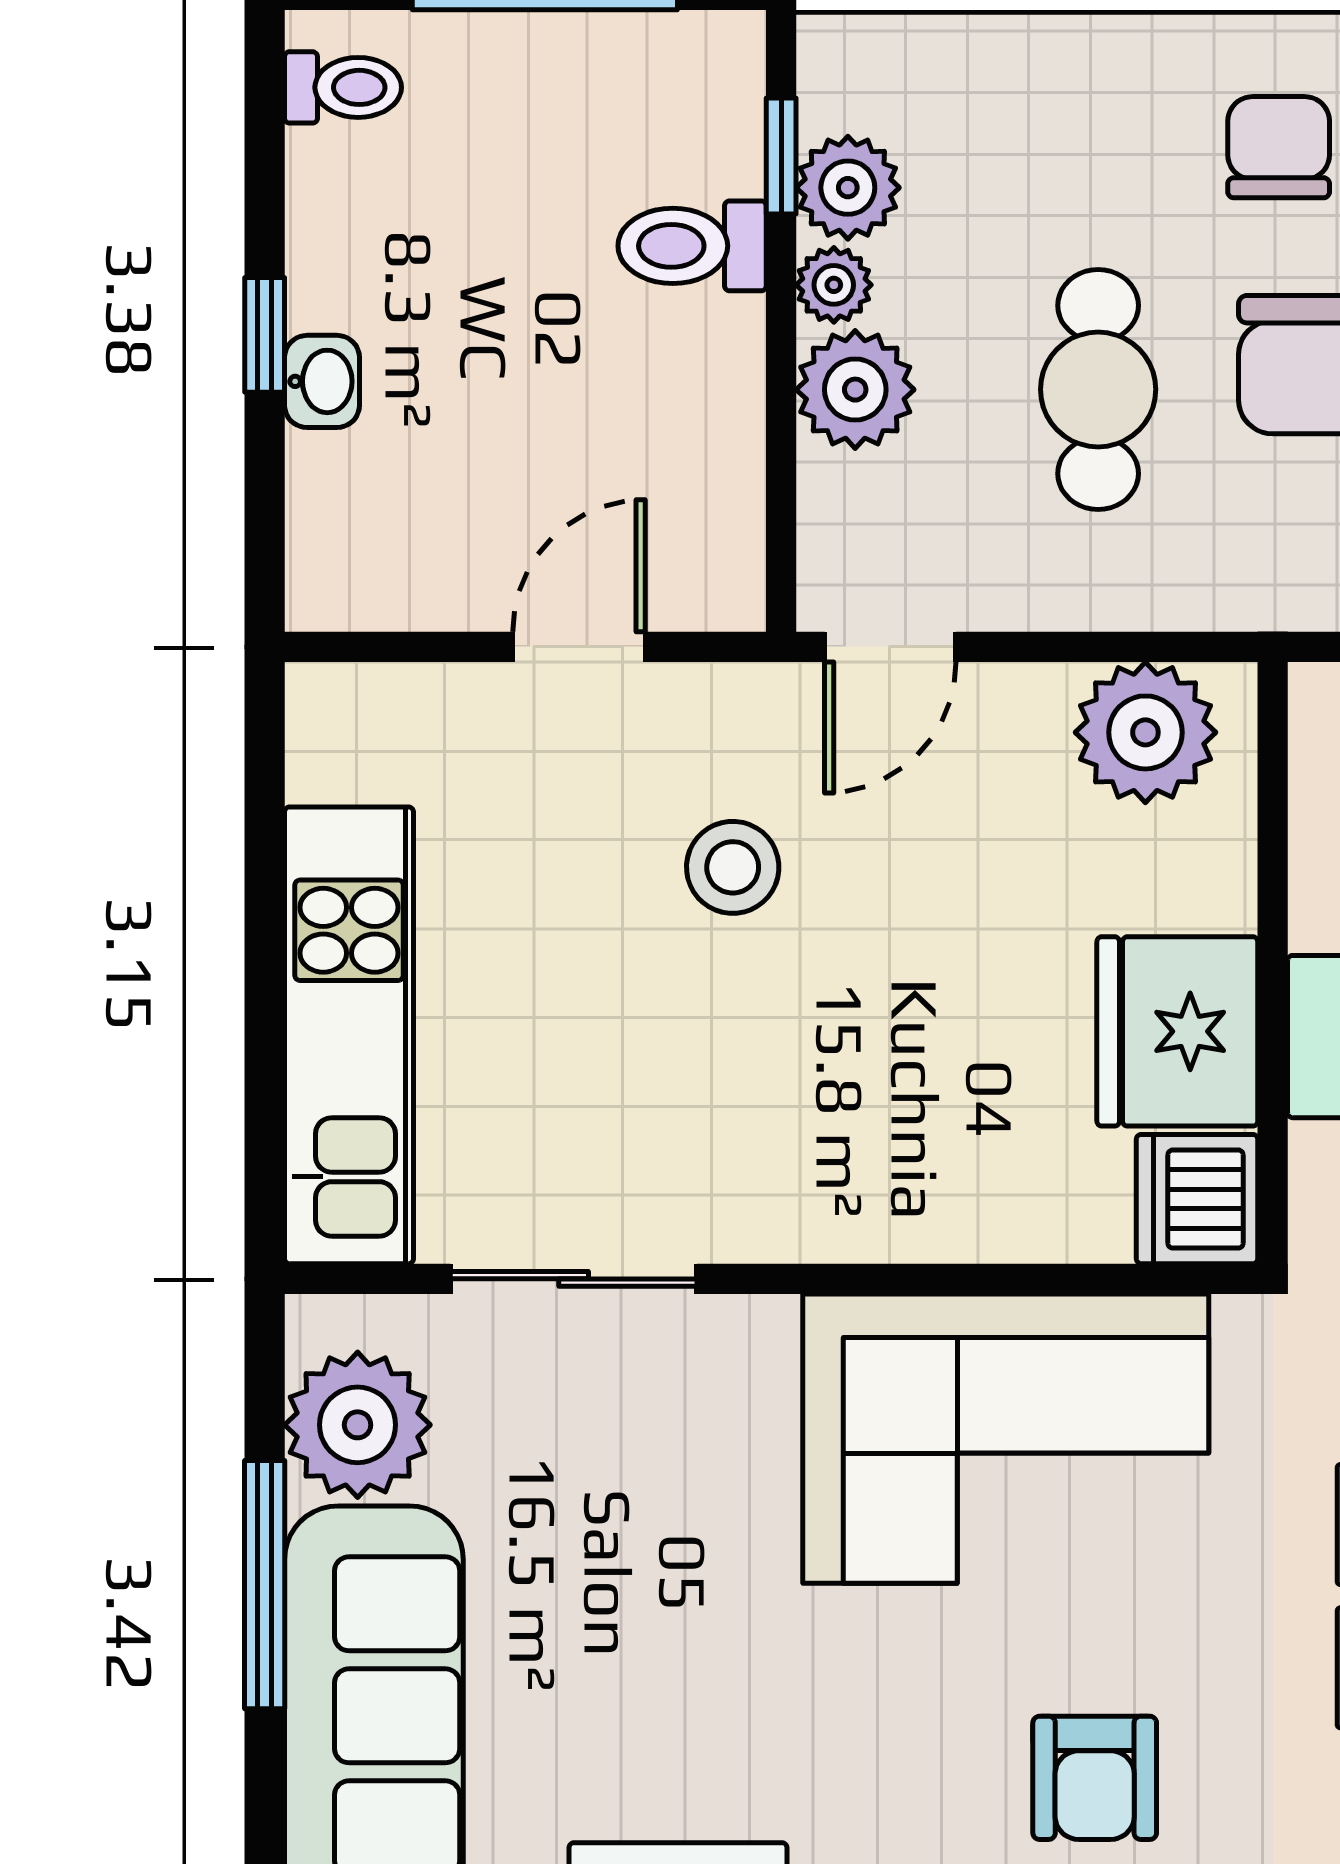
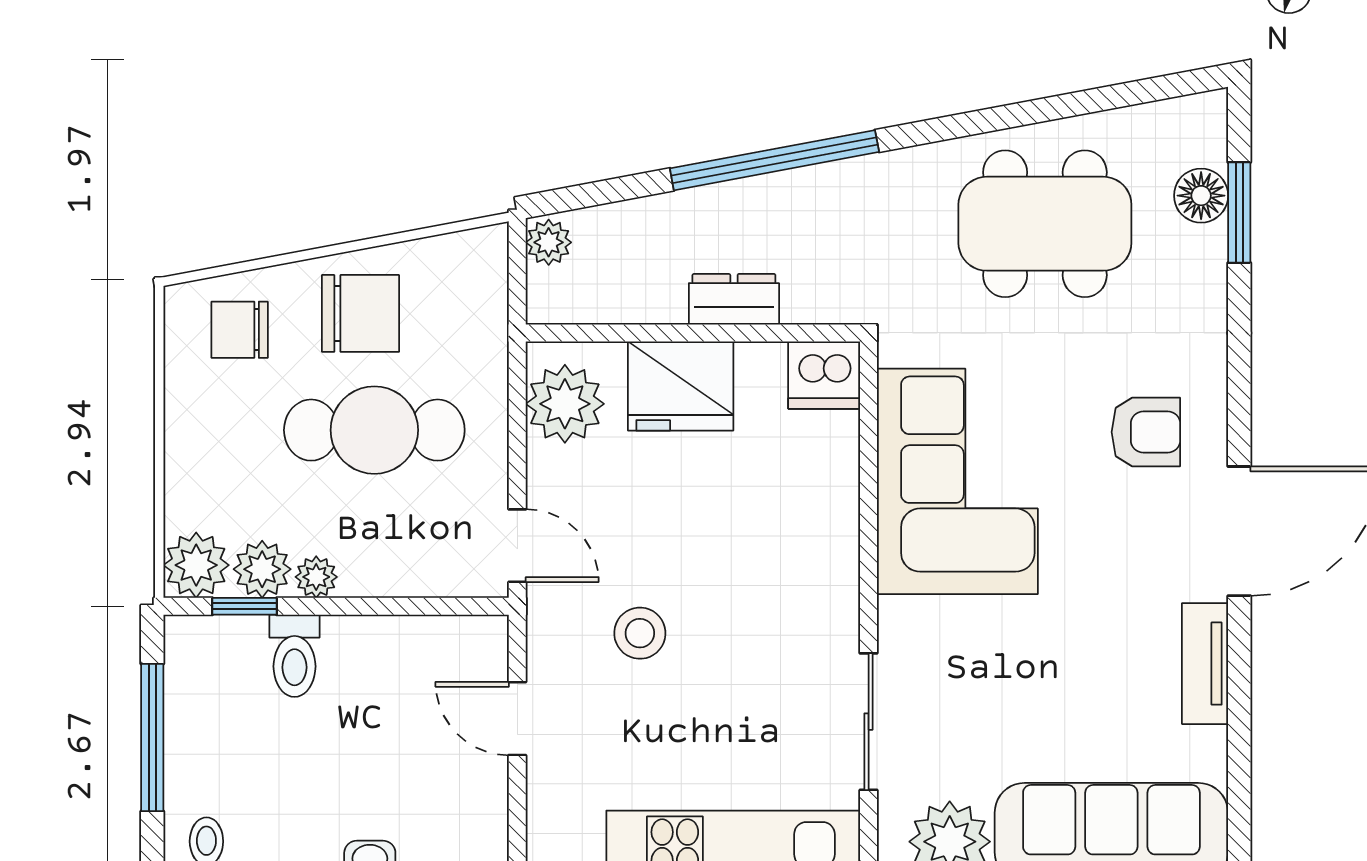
cafe table: (1098, 389) -> (374, 430), width x1.37, depth x1.35
plant: (855, 390) -> (196, 565), moved
fridge: (1177, 1031) -> (681, 386), moved

